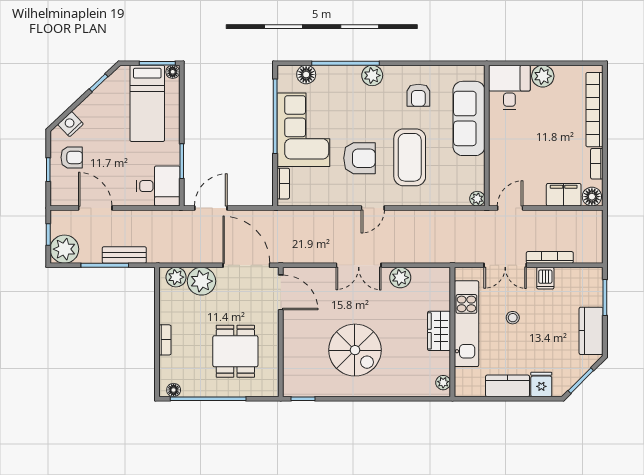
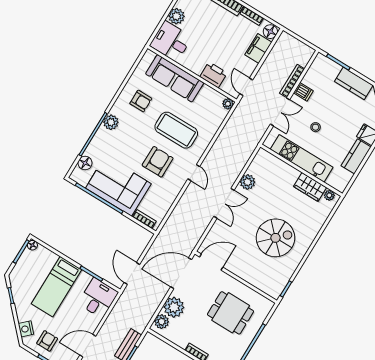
bed: (147, 103) -> (56, 287), moved, turned 90
printer: (501, 161) -> (214, 75), added
wardrobe: (439, 331) -> (310, 187), moved

